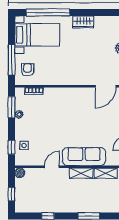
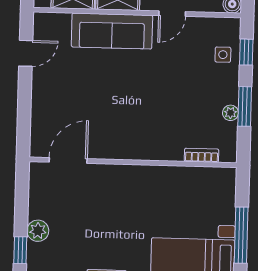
window: (12, 60) -> (241, 235), moved
armchair: (28, 70) -> (212, 196), removed
window: (12, 107) -> (245, 106), moved

